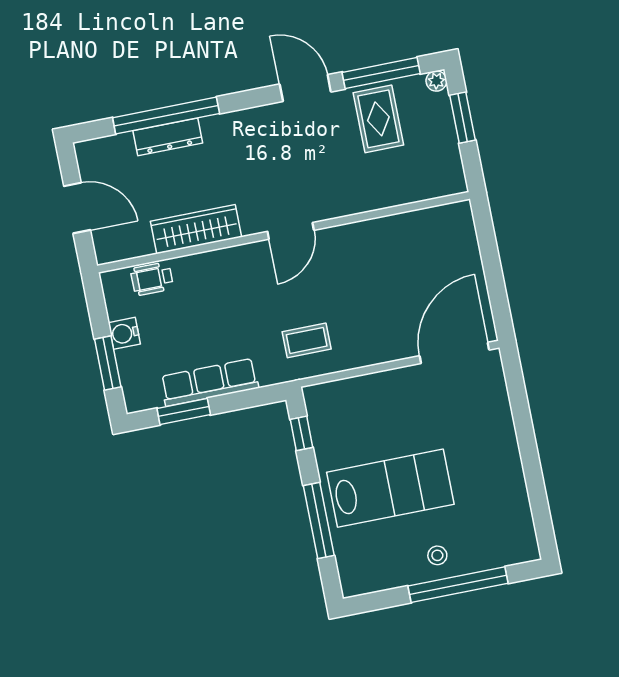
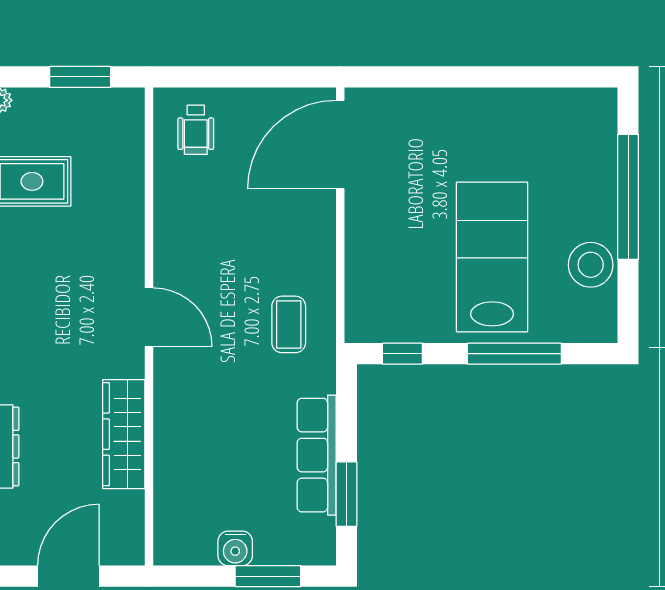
window: (463, 118) -> (80, 77), moved
wheelchair: (152, 279) -> (196, 130), moved
door: (454, 353) -> (340, 145), hinge flipped
stool: (437, 555) -> (591, 265), moved, width x1.89, depth x1.89

